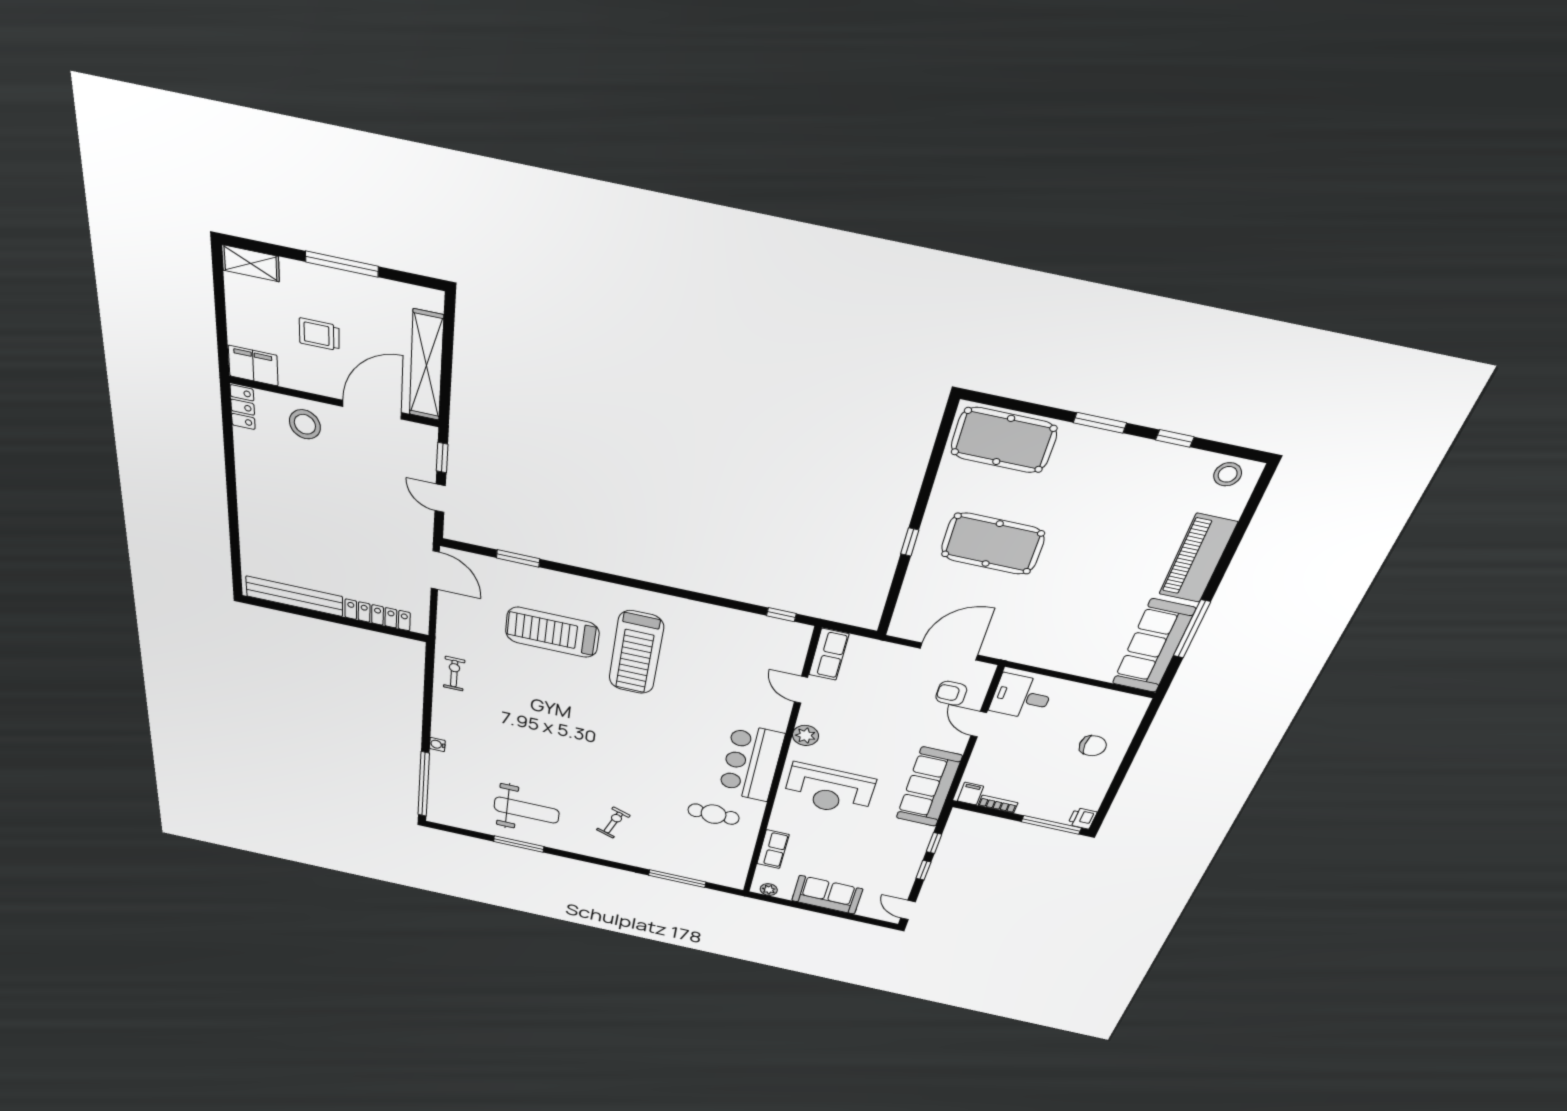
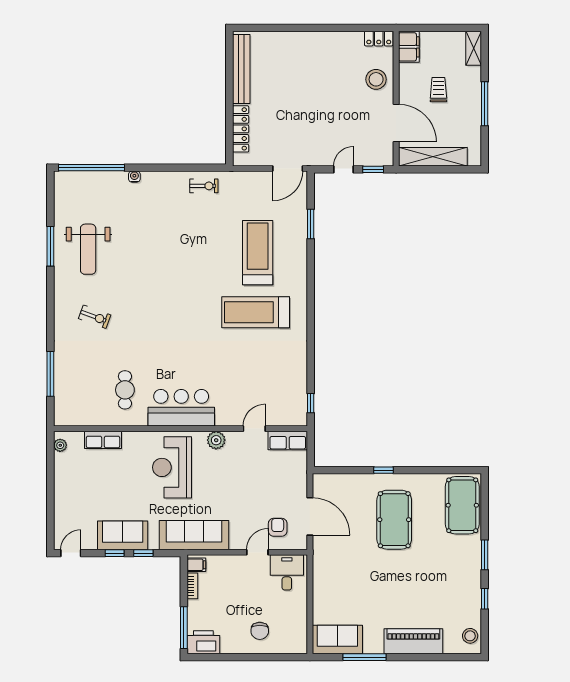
sofa: (1153, 646) -> (337, 639), width x0.73
printer: (1082, 818) -> (203, 642), width x1.87, depth x1.48
sofa: (827, 895) -> (123, 535), moved, turned -90

